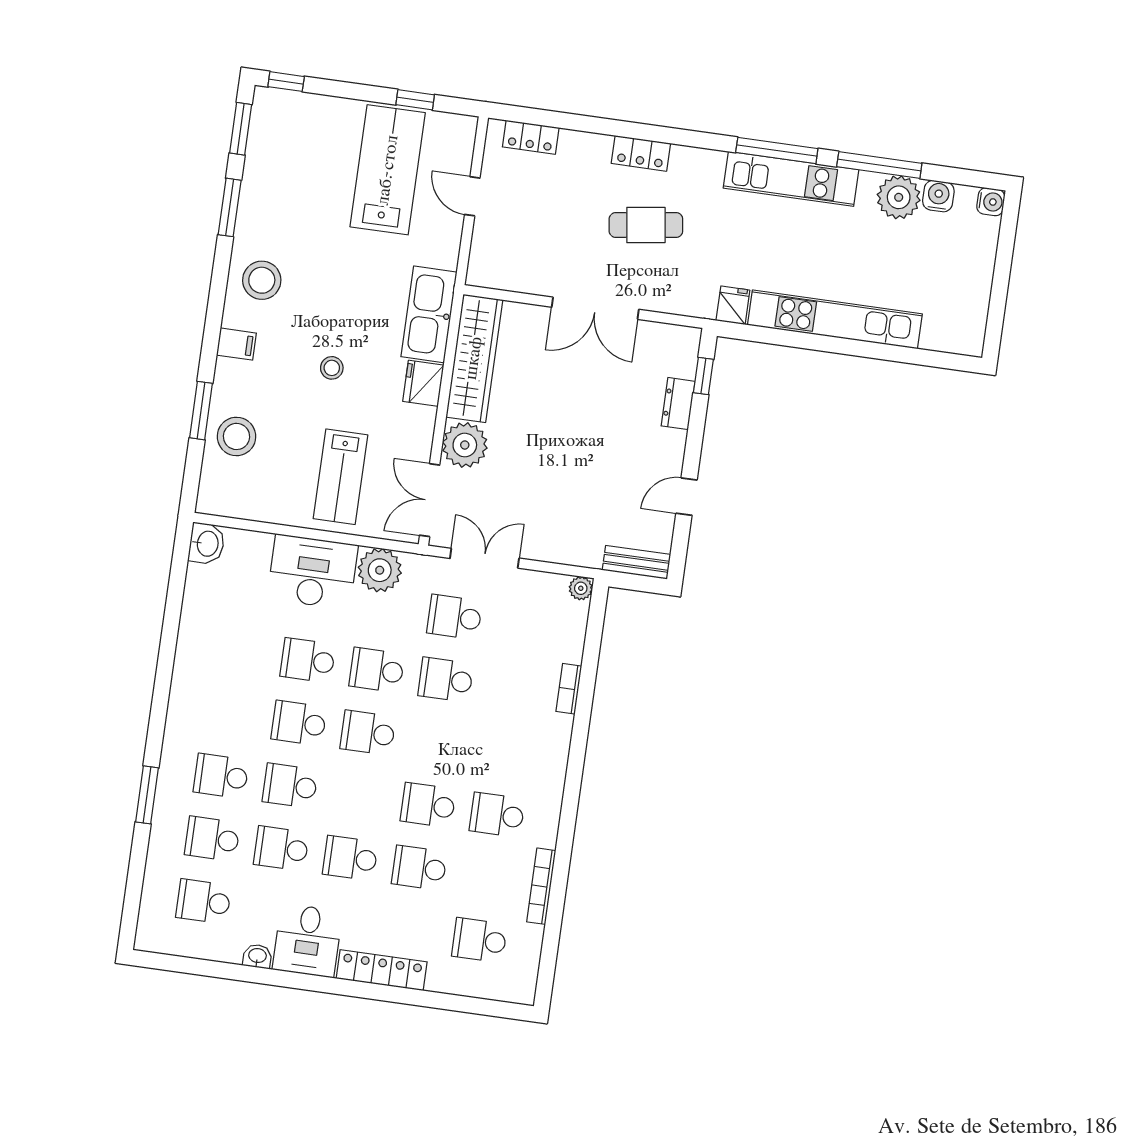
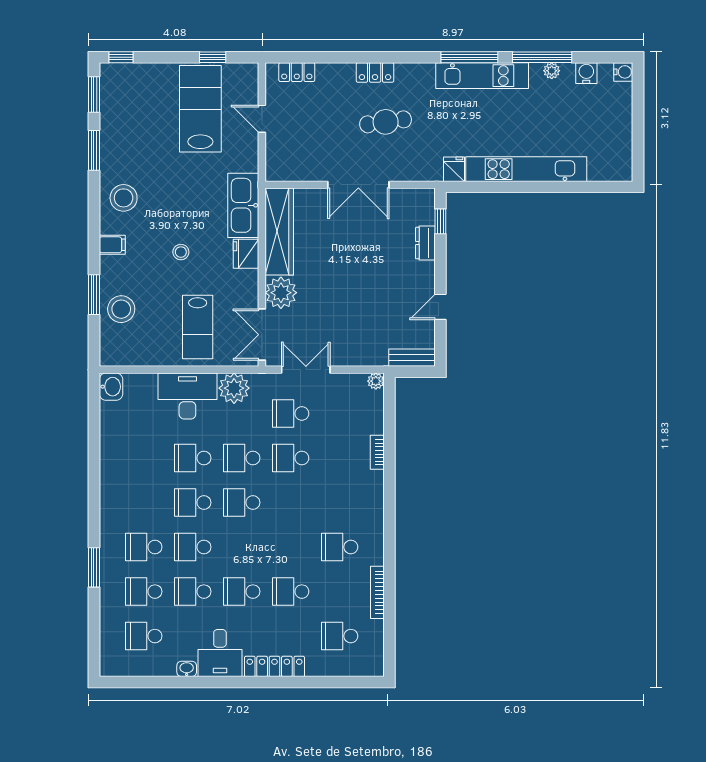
plant: (899, 197) -> (552, 71), width x0.53, depth x0.53
school desk: (428, 805) -> (291, 547), removed

